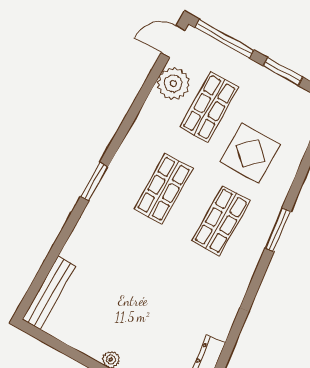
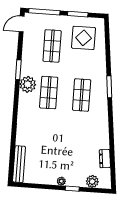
plant: (173, 84) -> (28, 84), moved
display table: (250, 153) -> (84, 38), moved
window: (94, 182) -> (18, 70), moved

